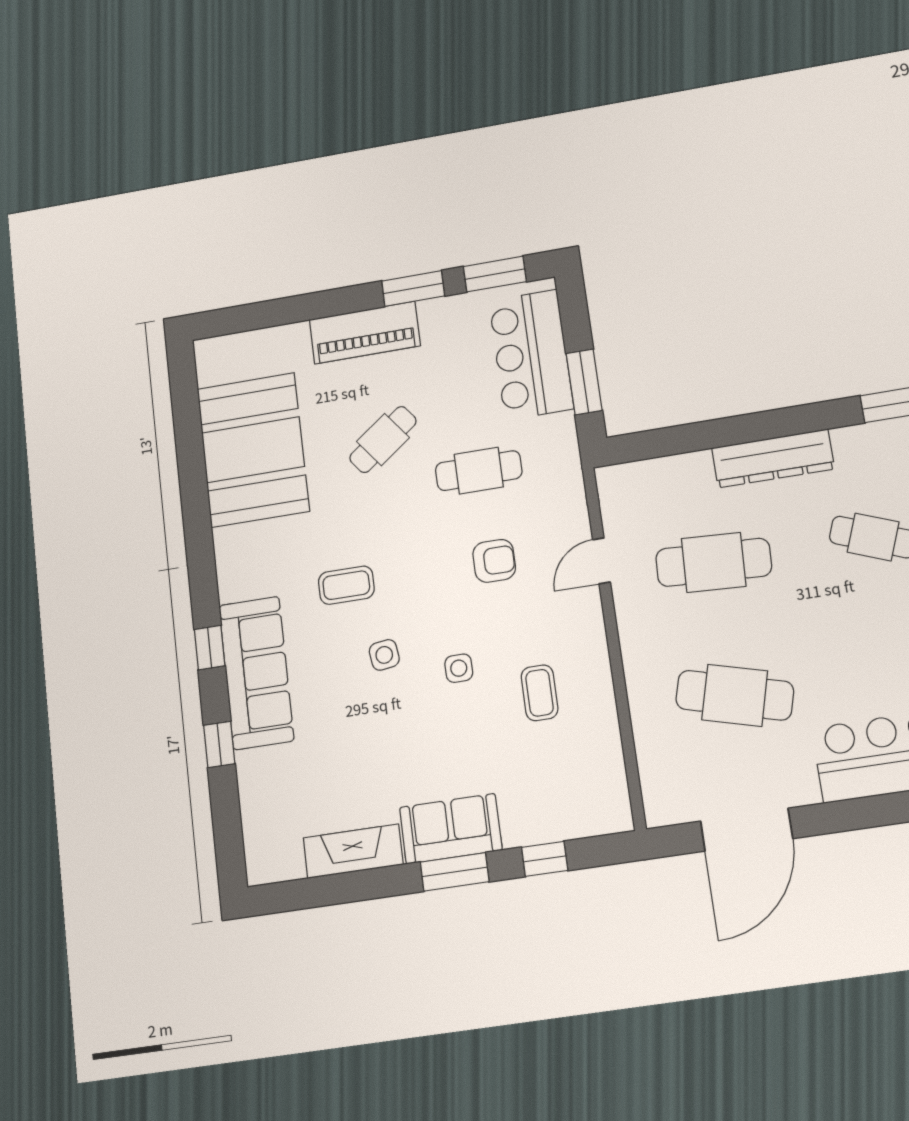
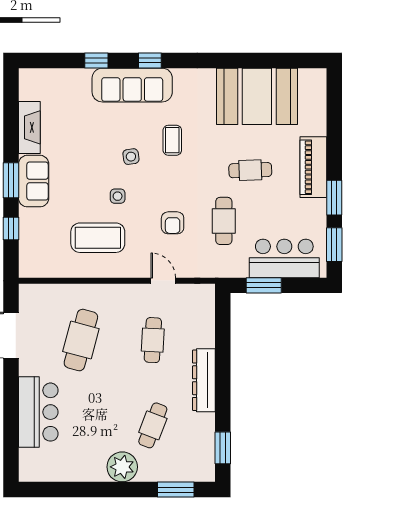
cafe table: (383, 440) -> (250, 170), turned -55
cafe table: (714, 562) -> (153, 340), width x0.73, depth x0.74
coffee table: (540, 693) -> (98, 238), width x1.86, depth x1.72

